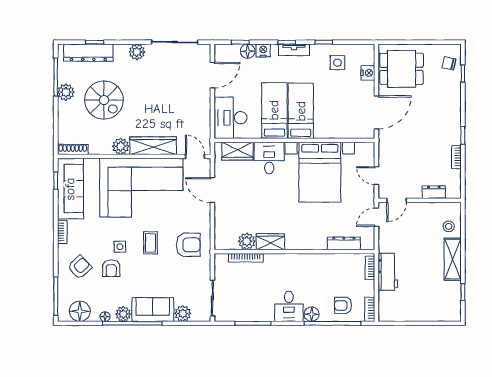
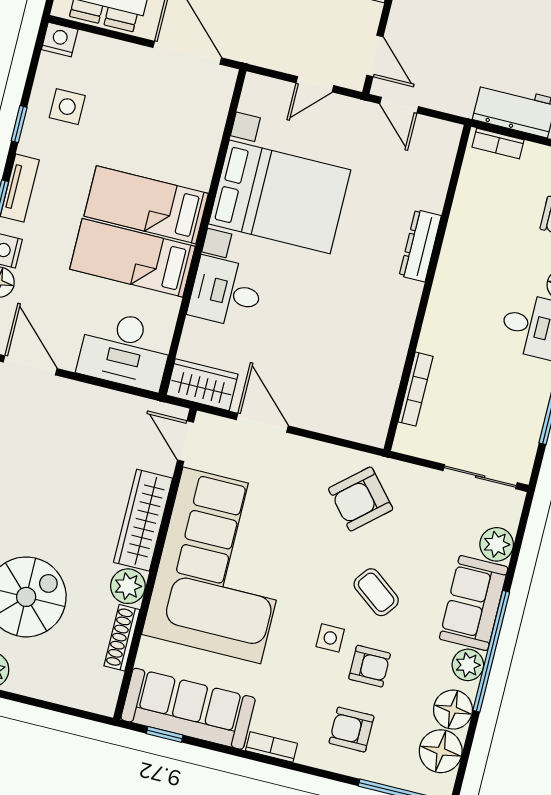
nightstand: (368, 73) -> (60, 39), moved
shoe rack: (73, 149) -> (122, 638), moved
wardrobe: (237, 151) -> (202, 385), moved, turned -90
door: (195, 156) -> (185, 441), hinge flipped
door: (212, 190) -> (262, 423), swing flipped
plant: (247, 241) -> (383, 379), removed
wardrobe: (270, 242) -> (395, 332), removed
coffee table: (151, 243) -> (376, 592), moved, turned 37
dresser: (344, 243) -> (420, 246), moved
armchair: (188, 245) -> (361, 499), turned -131
armchair: (80, 267) -> (352, 730), turned -47
floor lamp: (105, 317) -> (453, 710), width x1.89, depth x1.89

